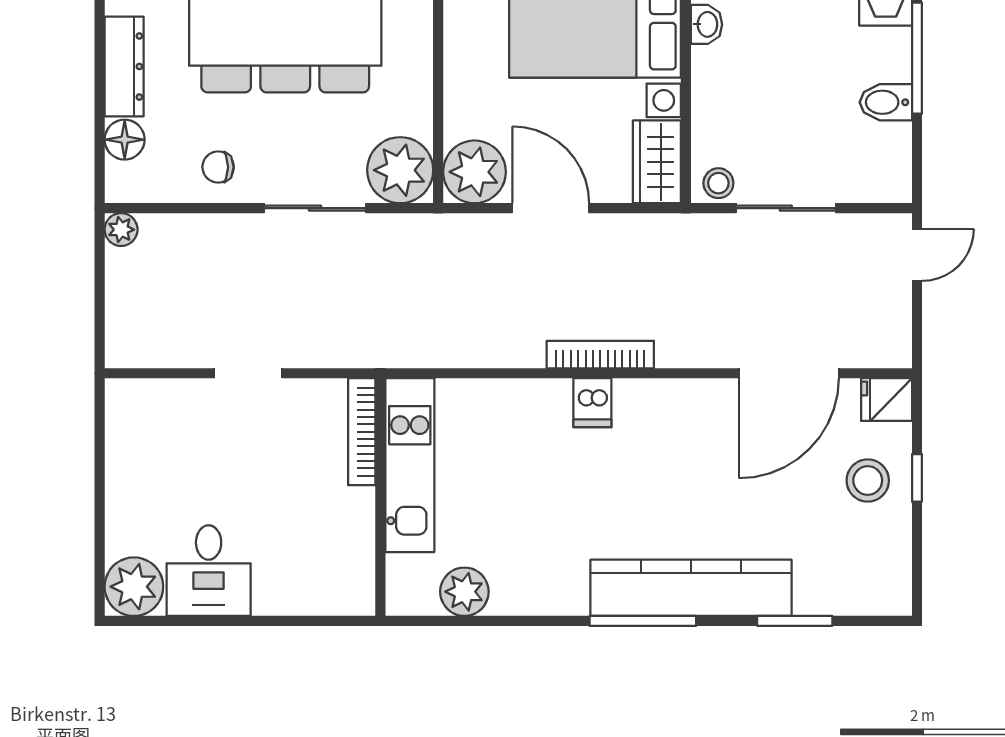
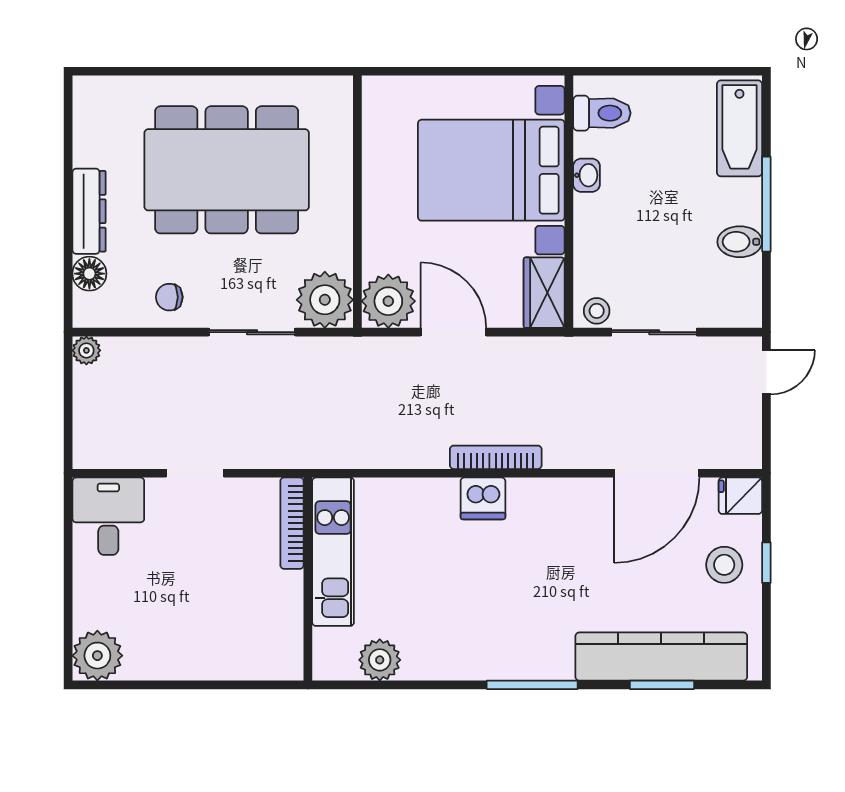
dishwasher: (592, 403) -> (483, 498), width x1.38
desk: (209, 571) -> (108, 516), moved, turned 180
kitchen counter: (691, 588) -> (661, 657), moved

